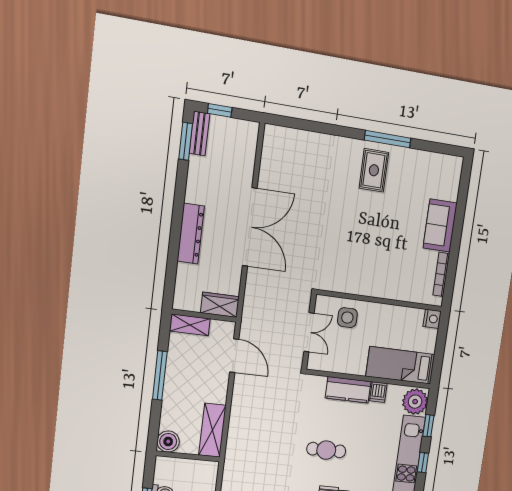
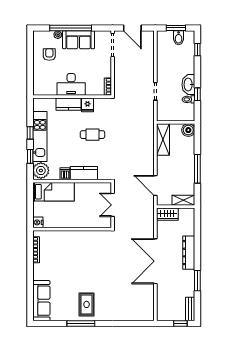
window: (186, 141) -> (197, 281), moved
sofa: (440, 226) -> (41, 301), moved, width x1.36
side table: (347, 318) -> (90, 216), removed

